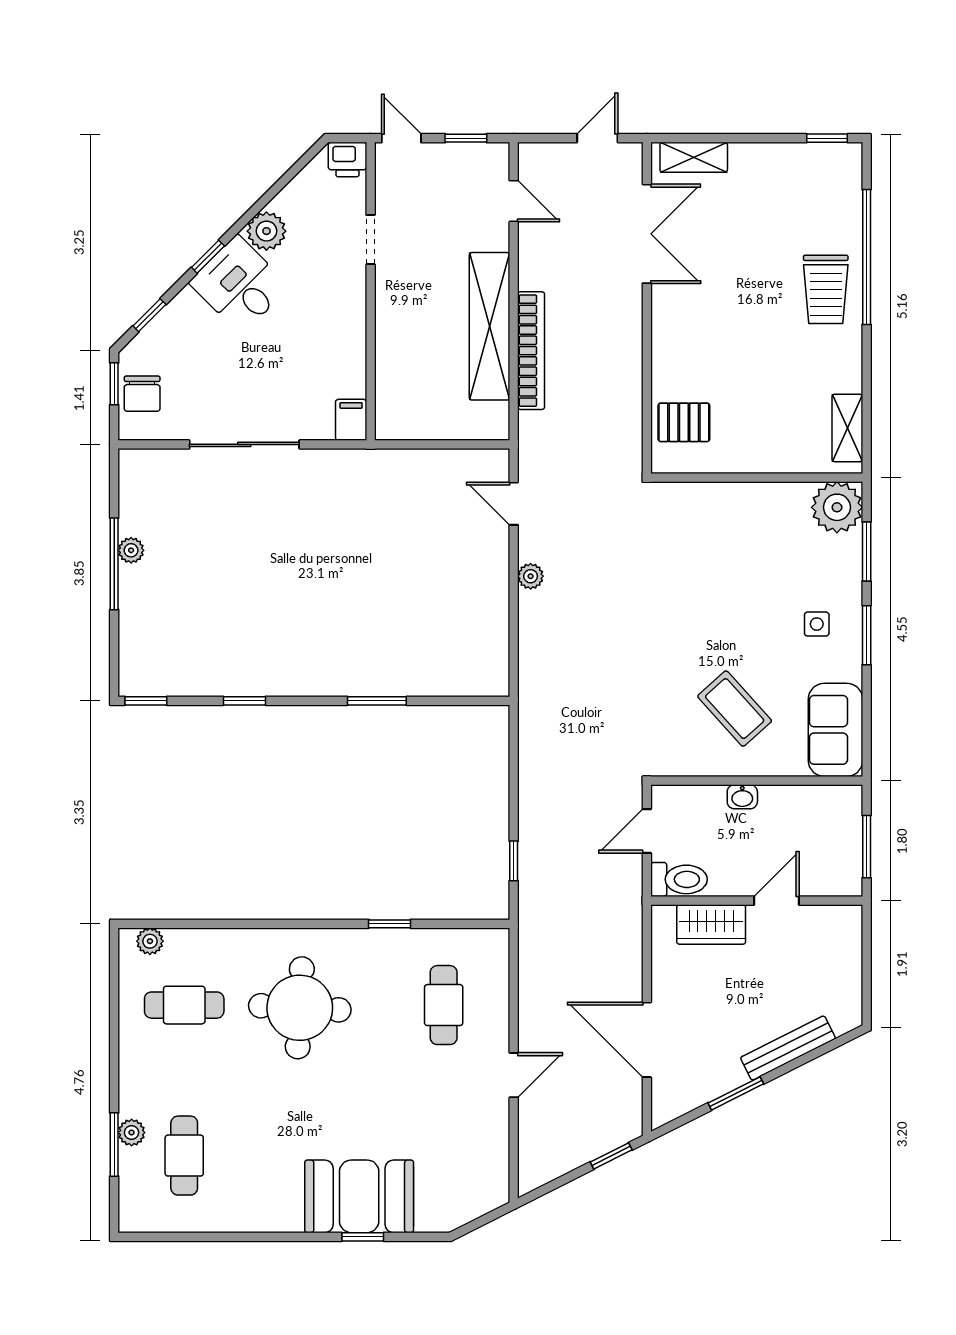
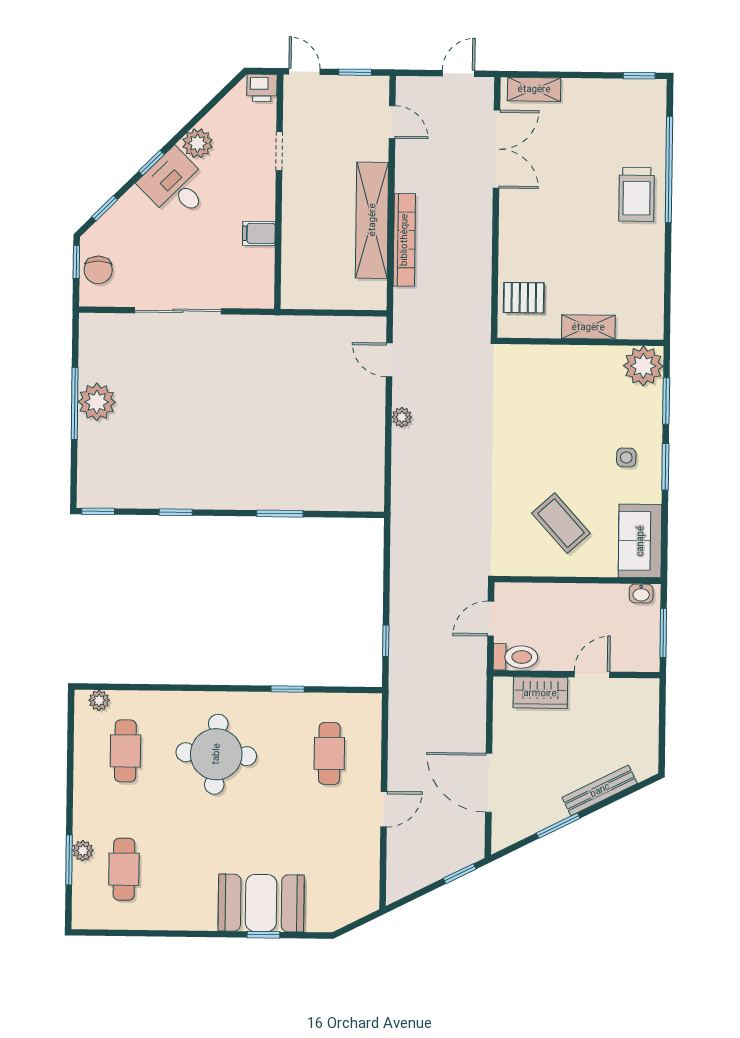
filing cabinet: (351, 420) -> (259, 233), moved, turned -90
shelving: (847, 428) -> (588, 327), moved, turned 90
plant: (131, 550) -> (97, 402), width x1.88, depth x1.88
washbasin: (742, 797) -> (641, 593), moved
cafe table: (184, 1005) -> (125, 751), turned 90

